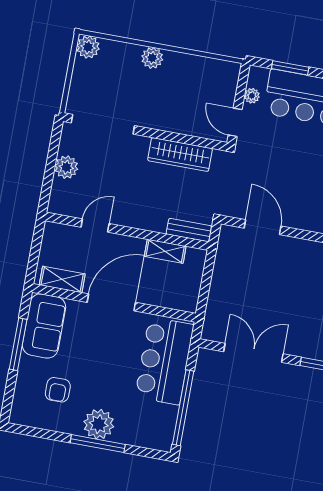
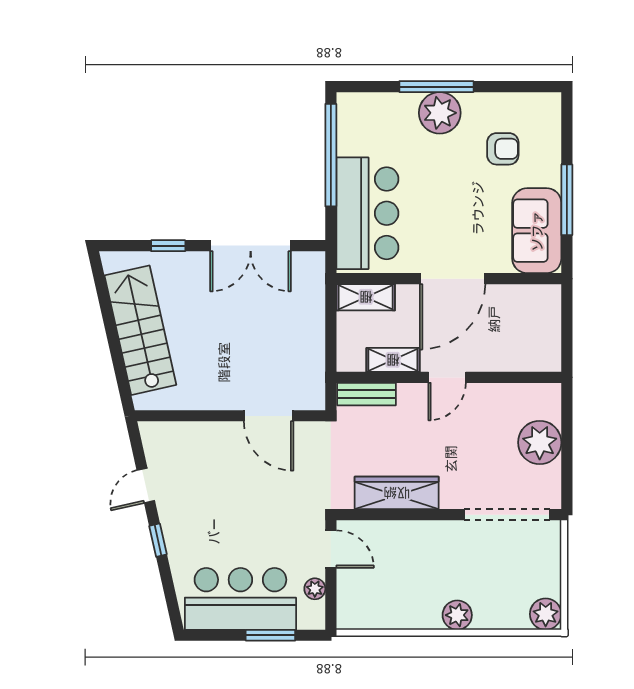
plant: (66, 167) -> (540, 442), width x1.36, depth x1.36
door: (95, 225) -> (447, 377), moved
shelving: (62, 279) -> (366, 297), moved
armchair: (58, 390) -> (503, 149), turned 90

